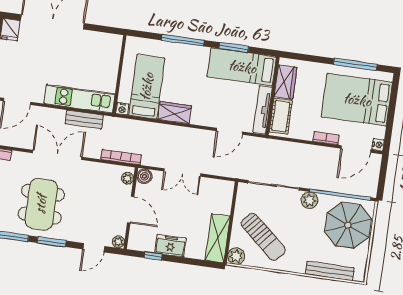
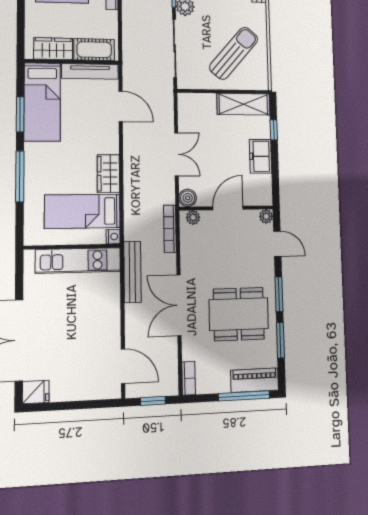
kitchen unit: (79, 99) -> (78, 260), moved, turned -90
bench: (84, 120) -> (132, 272), width x1.36
window: (153, 256) -> (274, 130), moved
plant: (236, 256) -> (260, 81), removed

